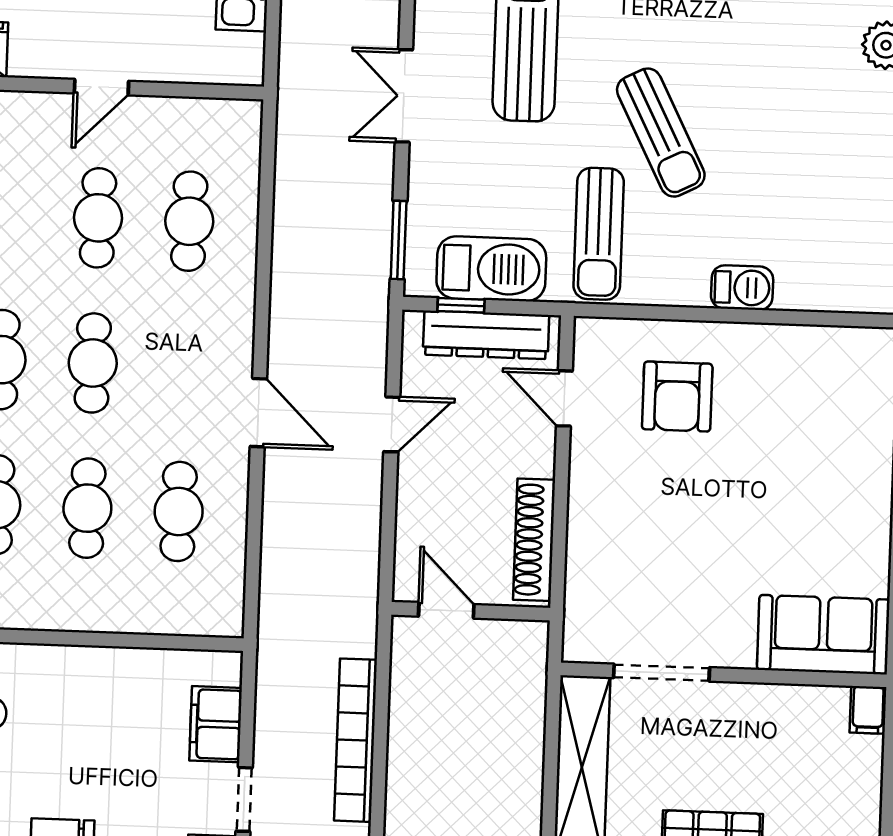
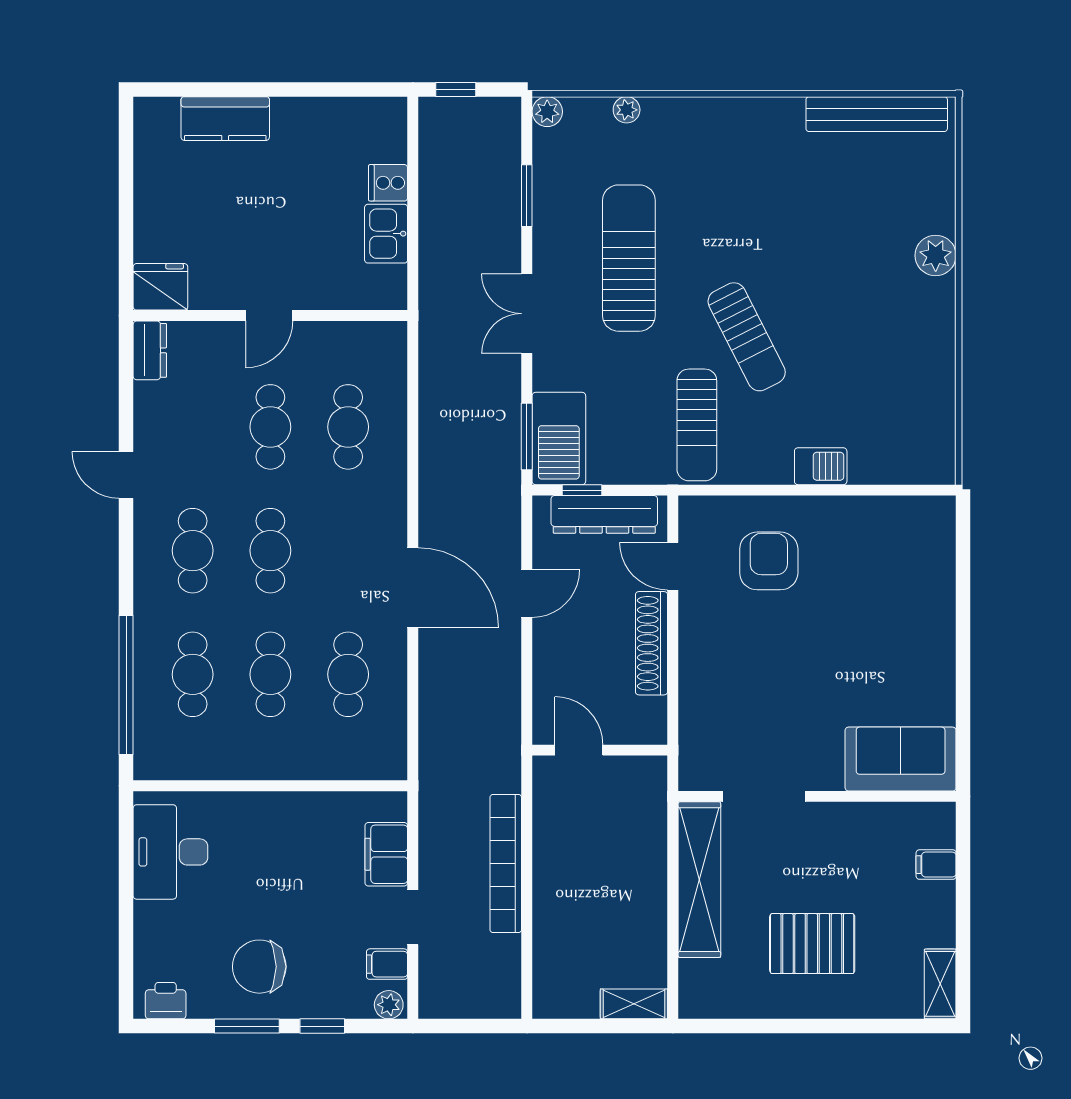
barbecue: (491, 269) -> (559, 438), moved, turned 90
armchair: (677, 397) -> (769, 561), turned 180
door: (258, 413) -> (413, 588), width x1.36
shoe rack: (534, 540) -> (652, 643), moved
filing cabinet: (868, 710) -> (936, 865), moved, turned 90

